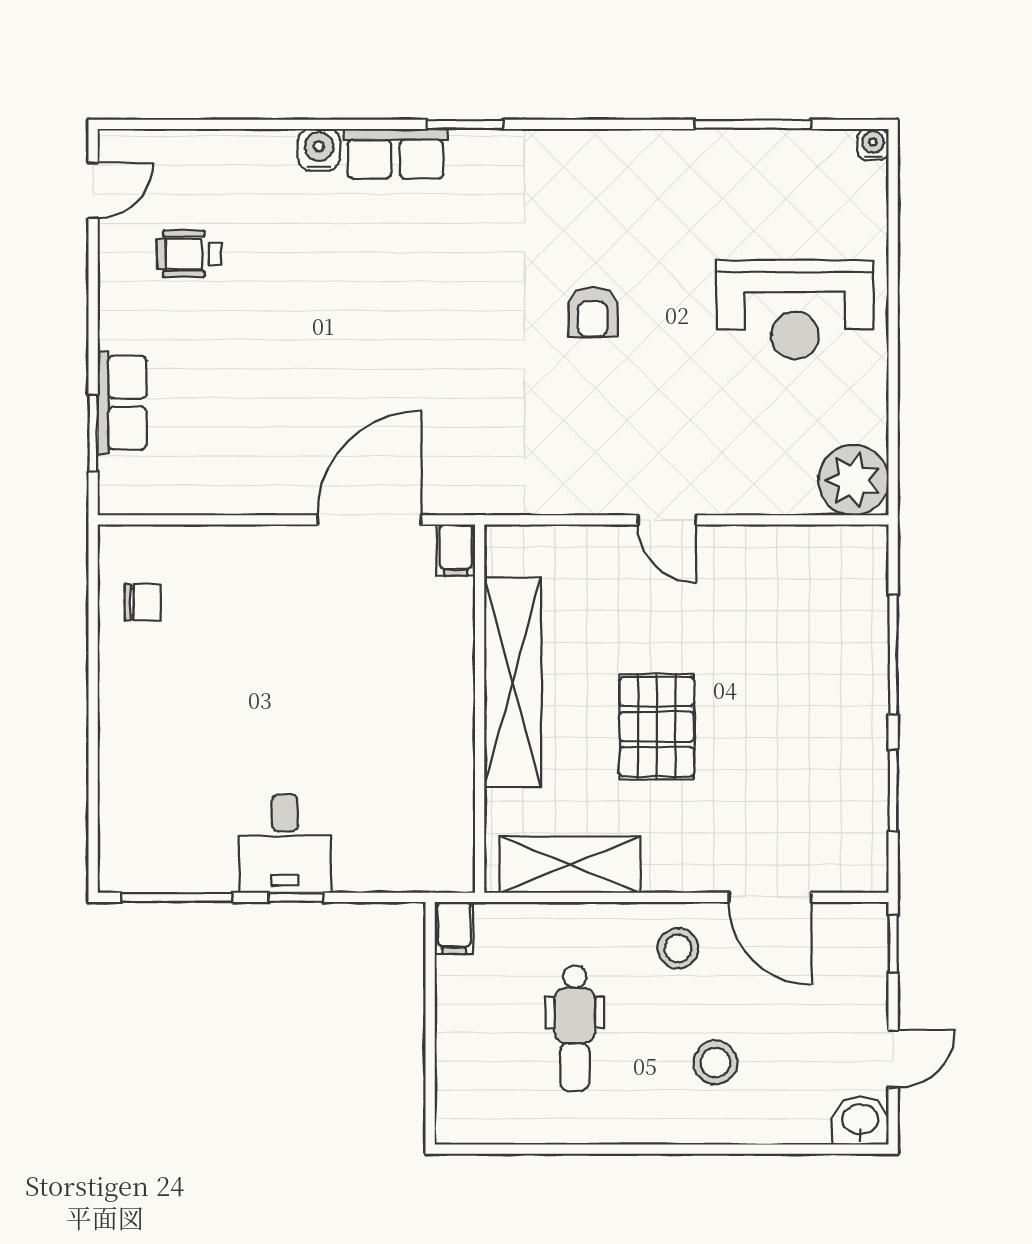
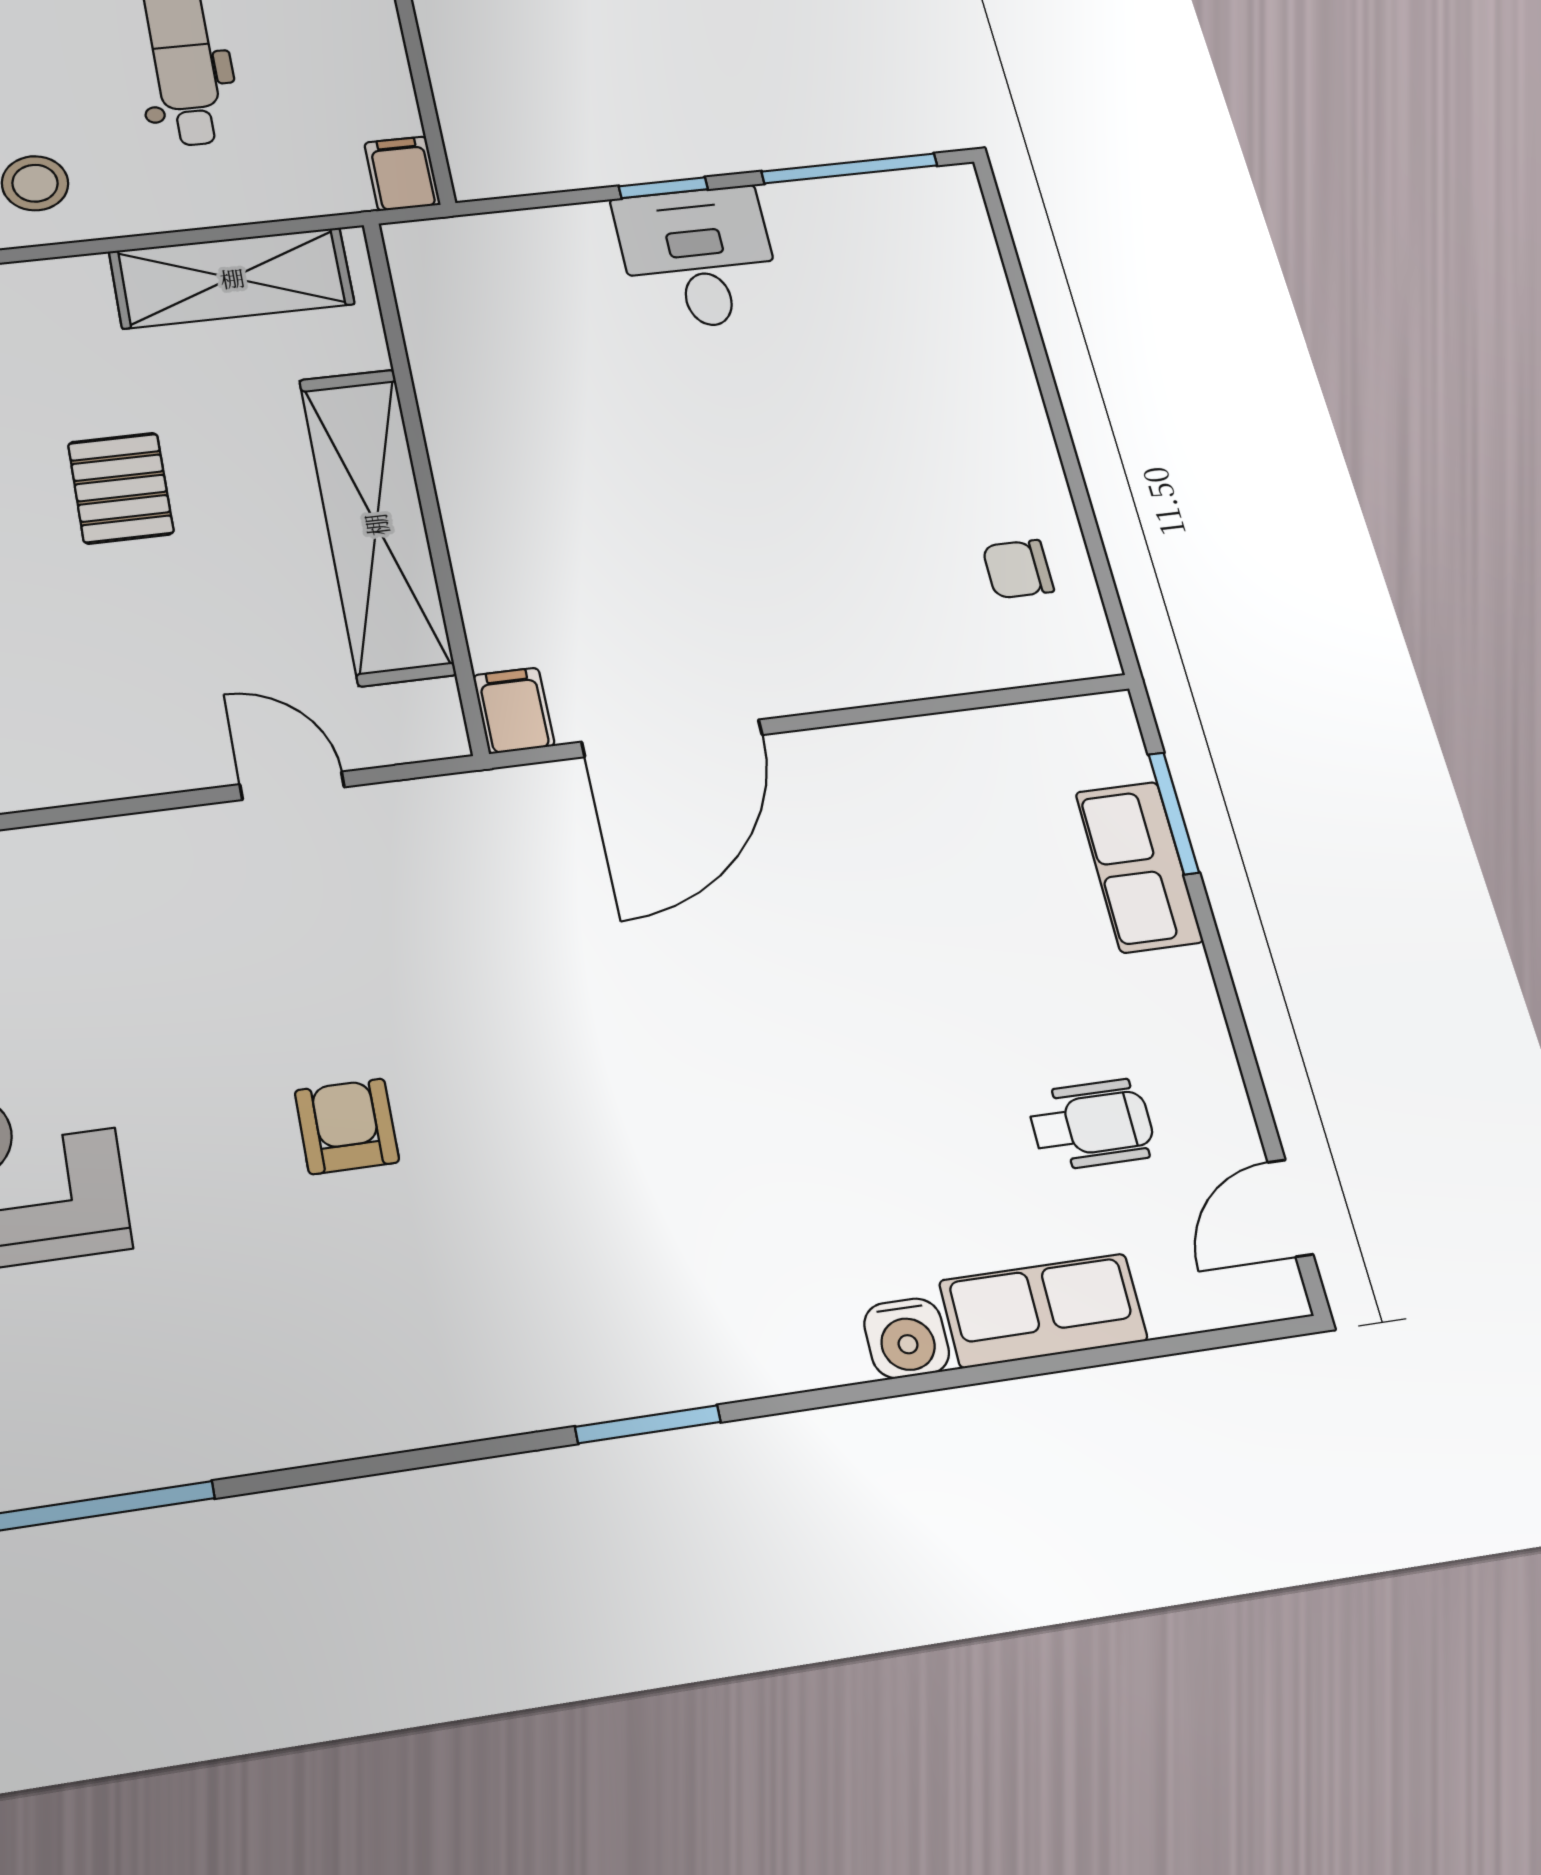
row of seats: (395, 154) -> (1043, 1311), moved
door: (667, 520) -> (292, 786), moved
pallet: (657, 727) -> (121, 488), width x0.67, depth x0.71

